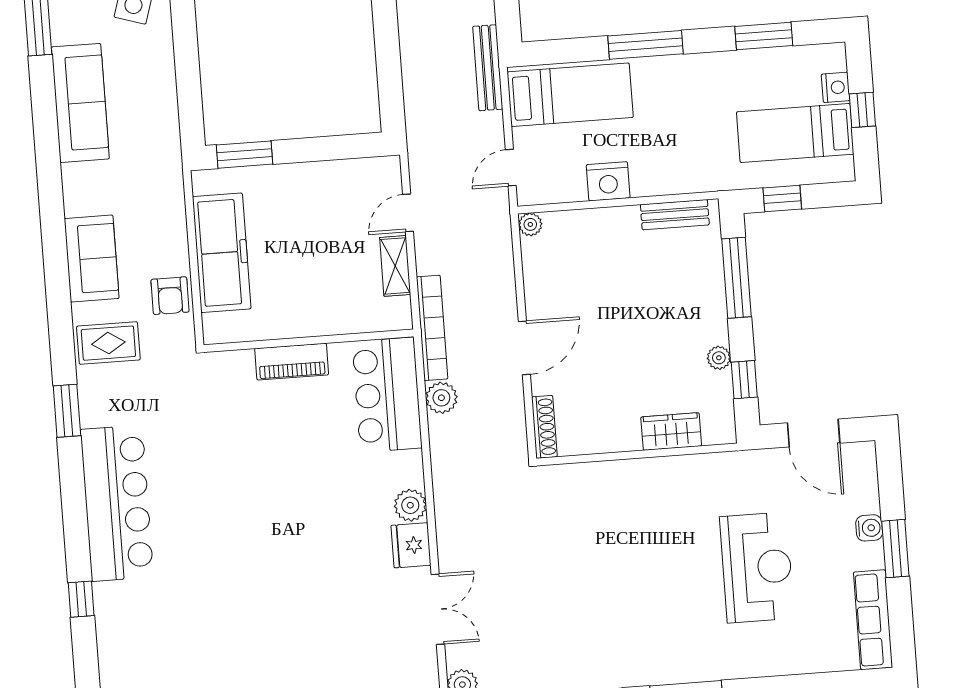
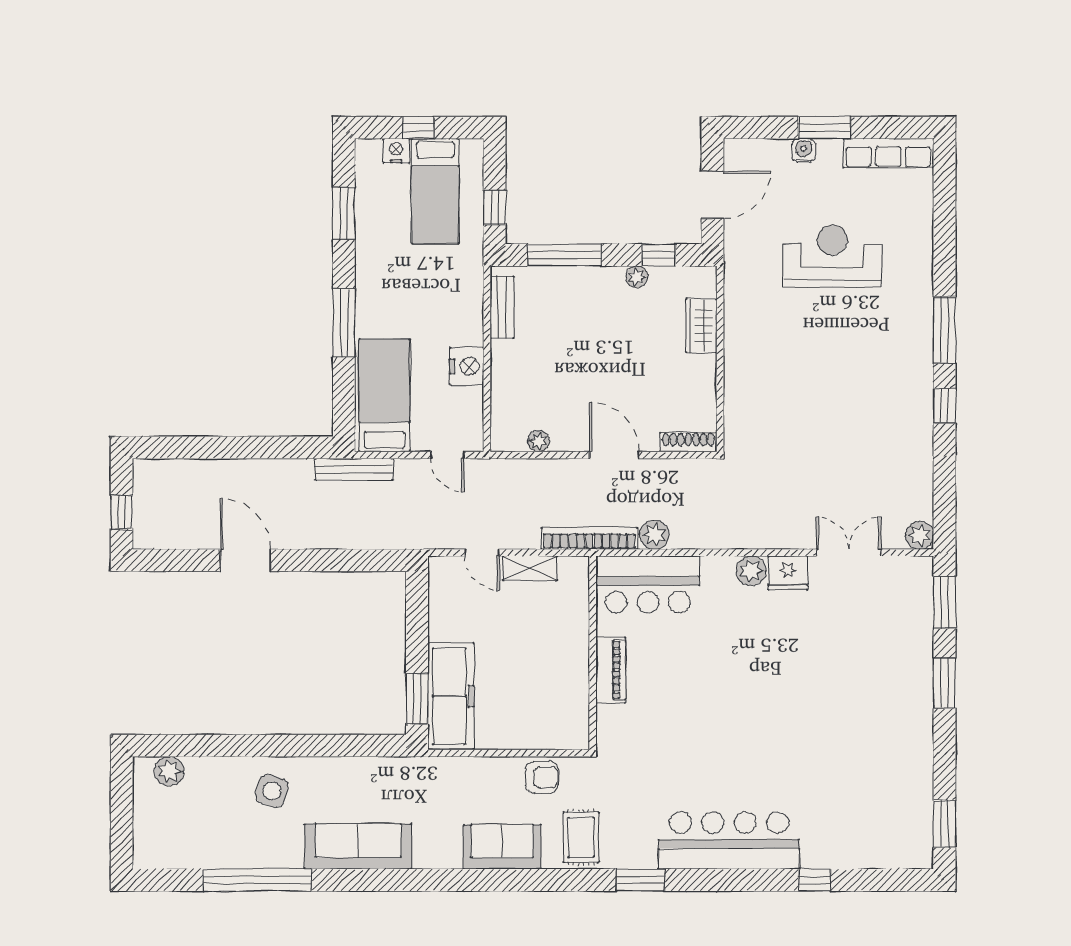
plant: (530, 224) -> (538, 441), moved
freezer: (222, 253) -> (451, 696), moved, turned 90

